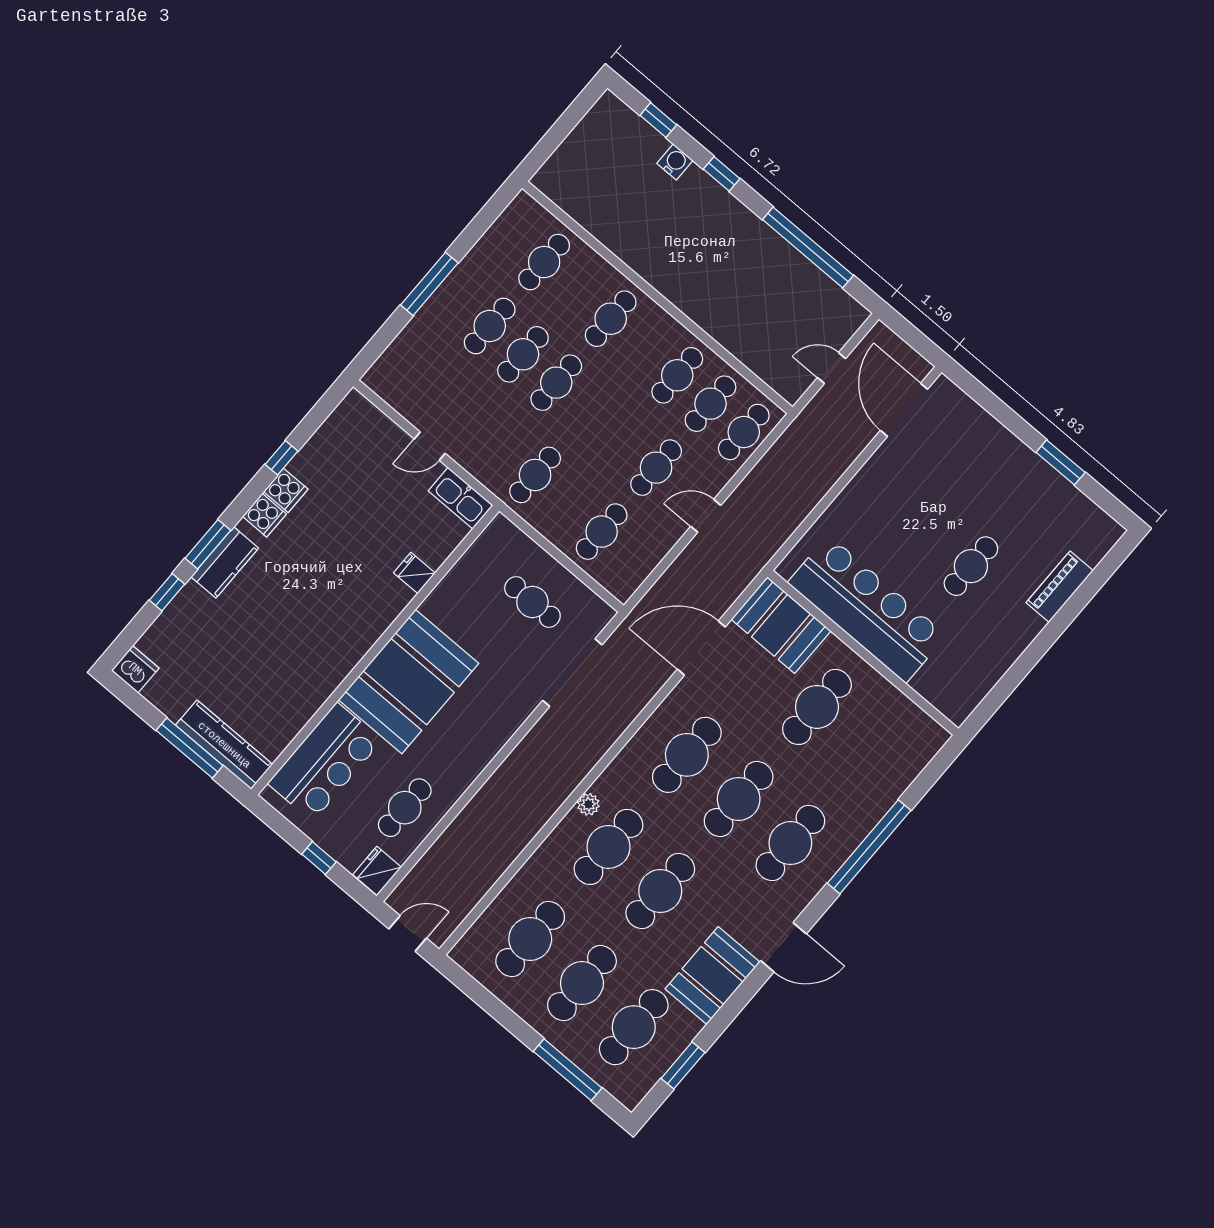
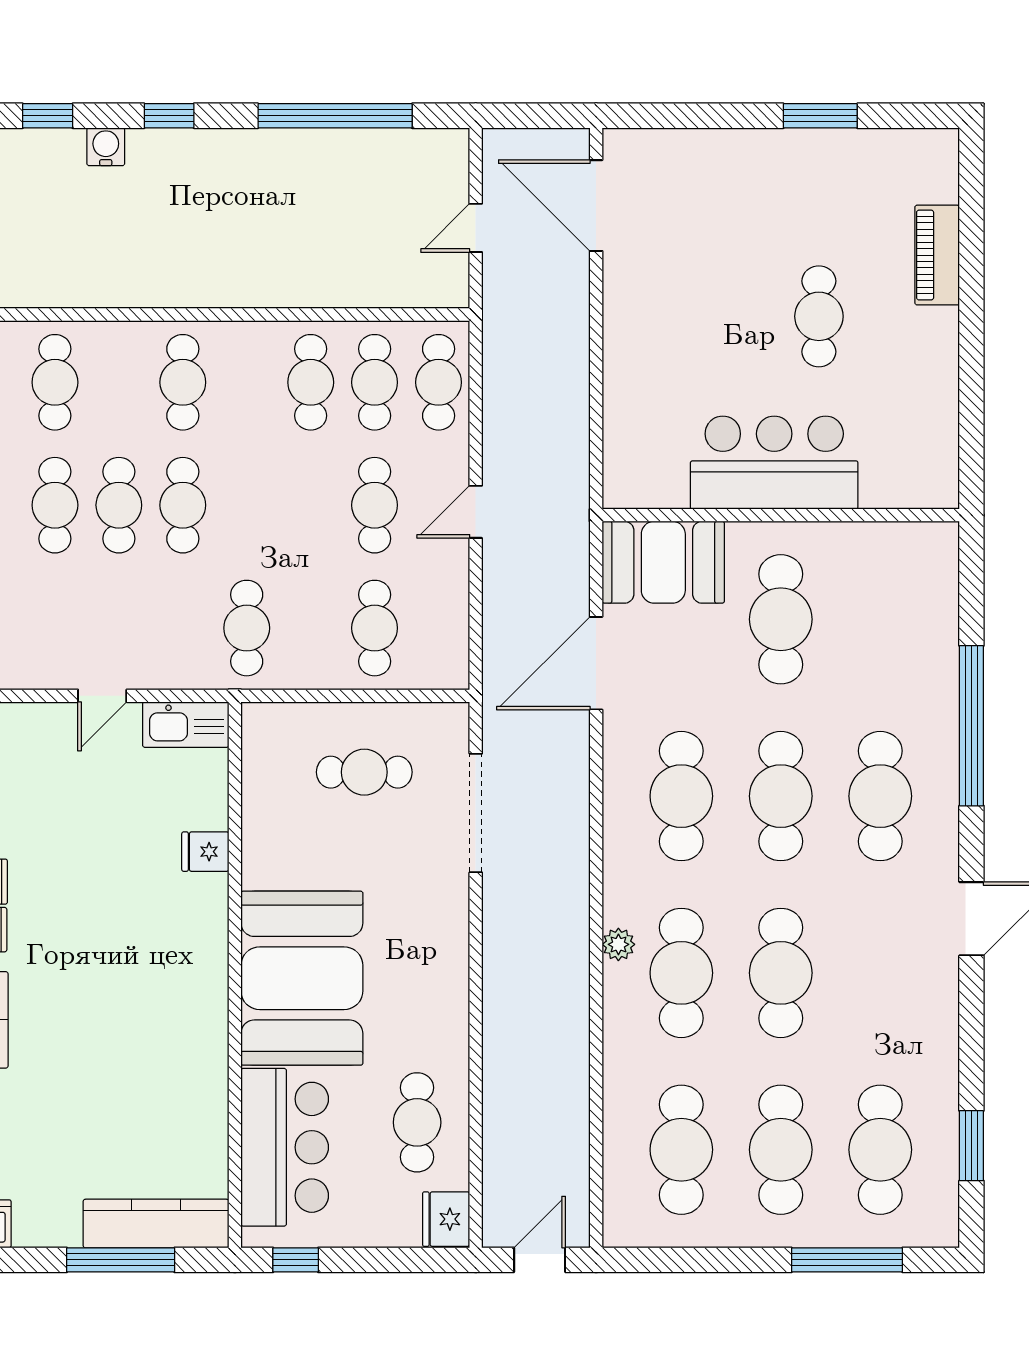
bar counter: (867, 609) -> (774, 463), width x0.73
window: (319, 858) -> (296, 1260), moved
booth: (713, 975) -> (919, 1017), removed

